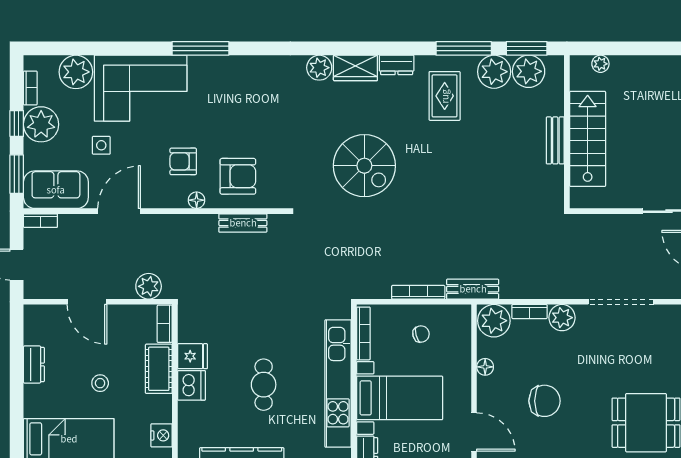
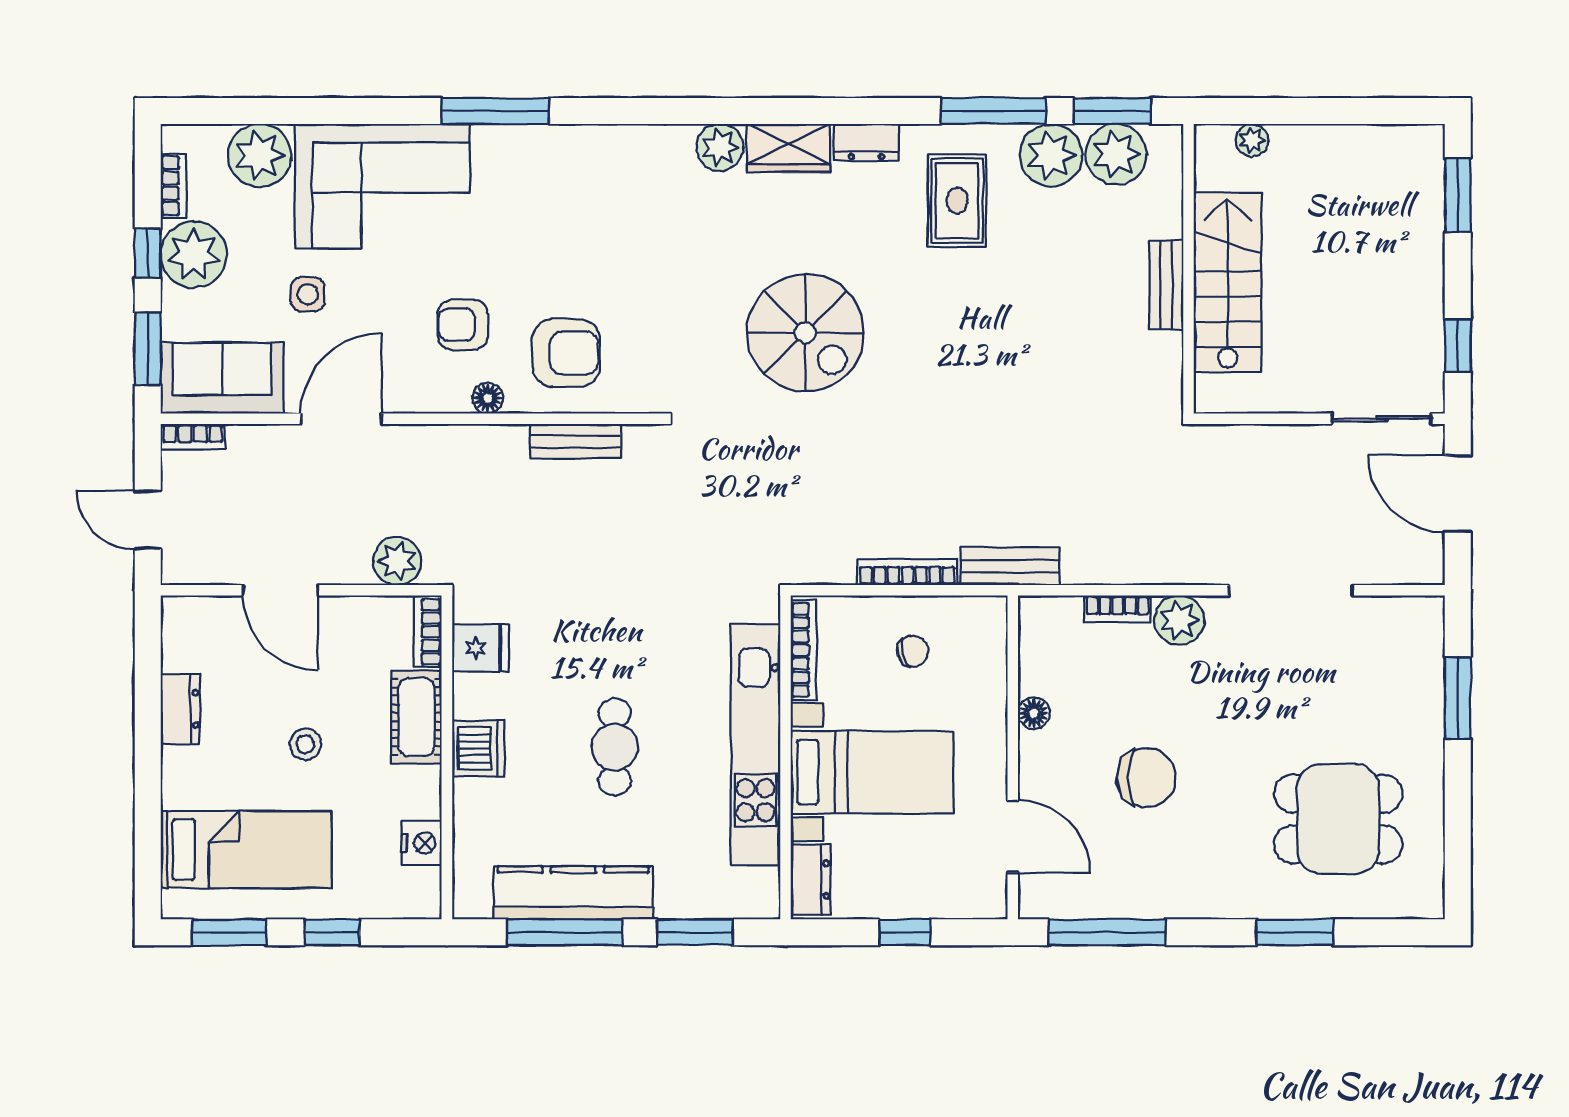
plant: (494, 321) -> (1050, 626), removed
fridge: (193, 356) -> (480, 648), moved

